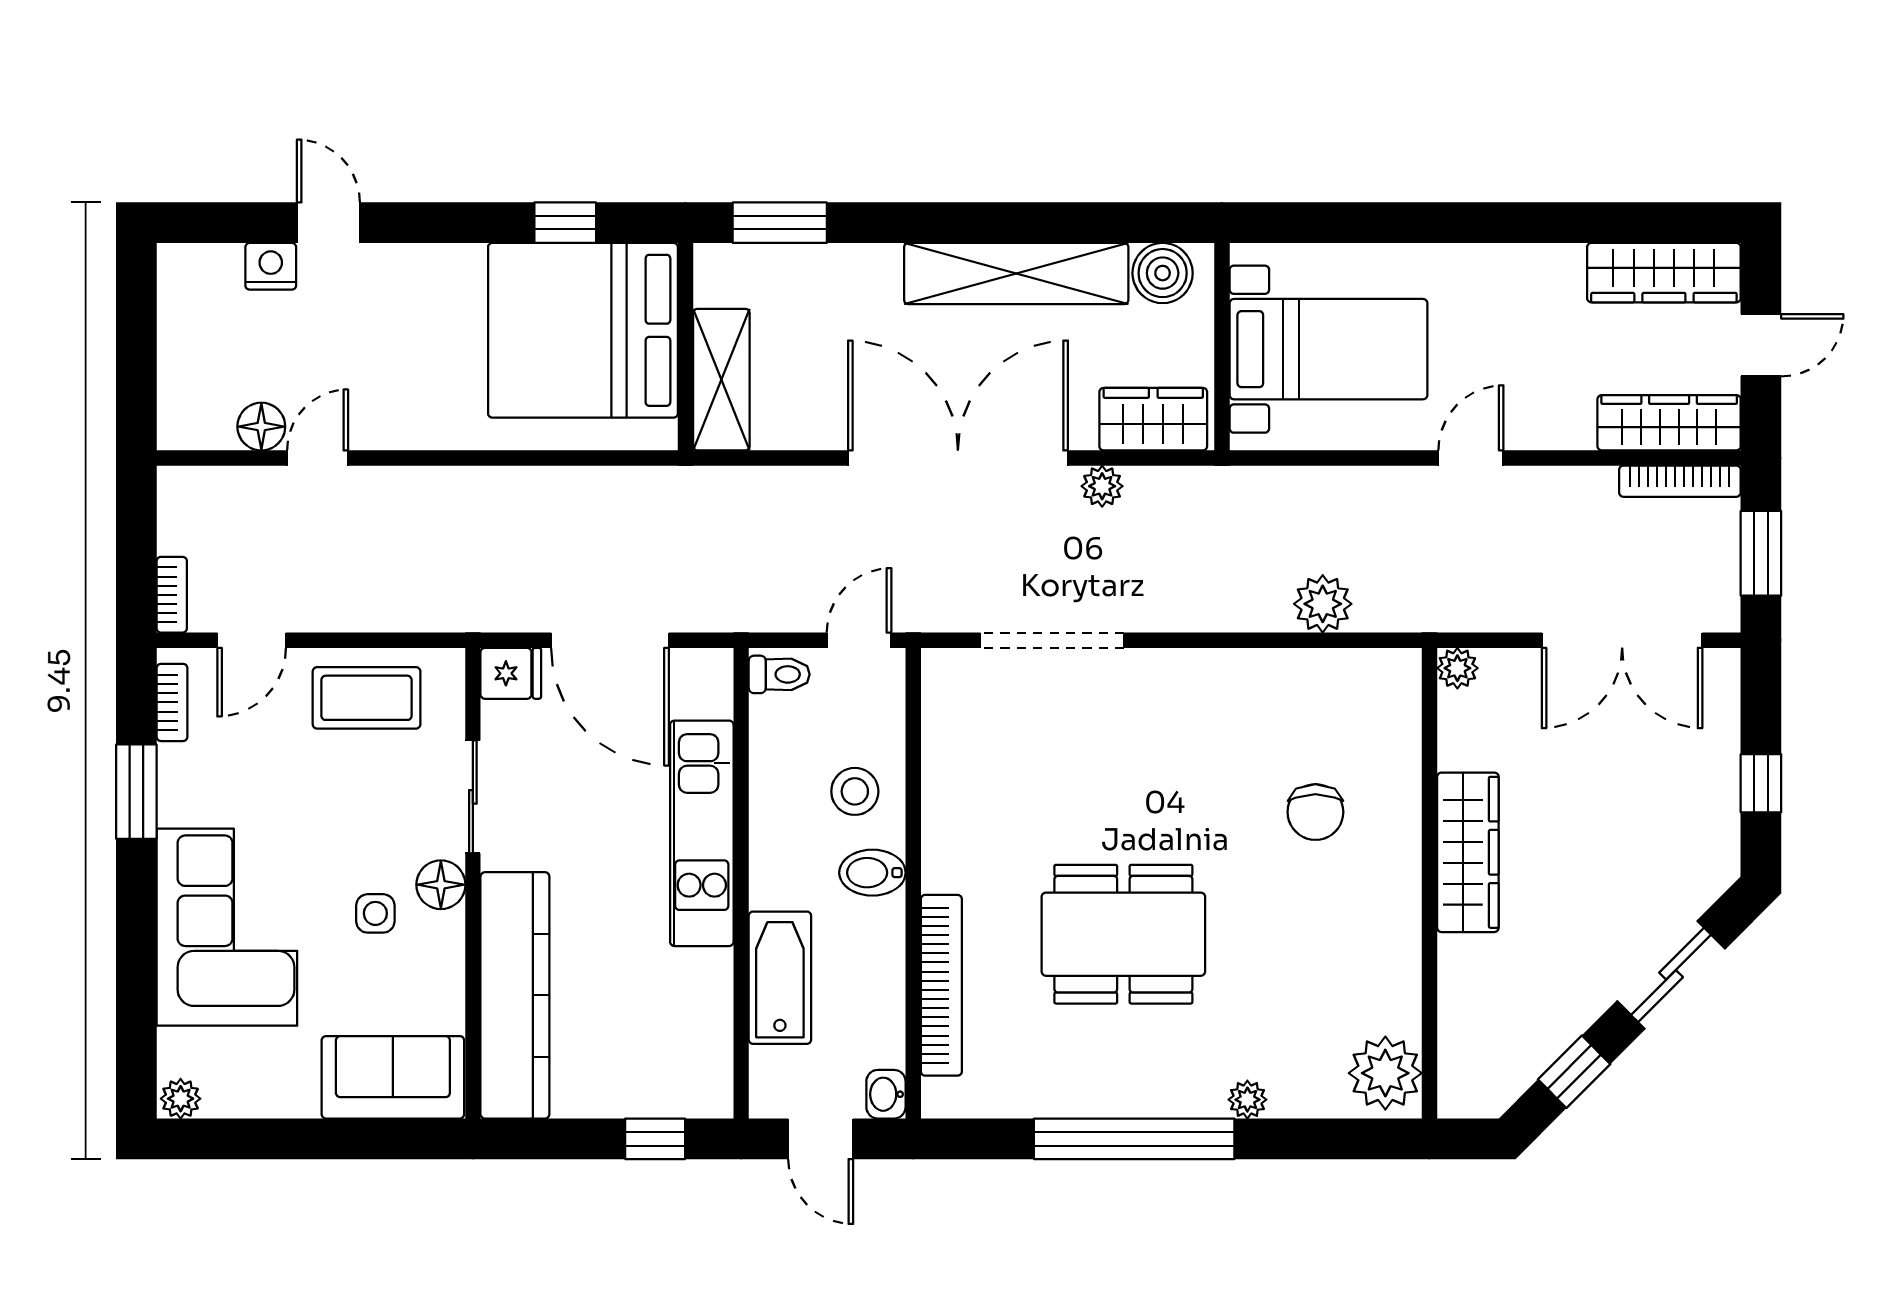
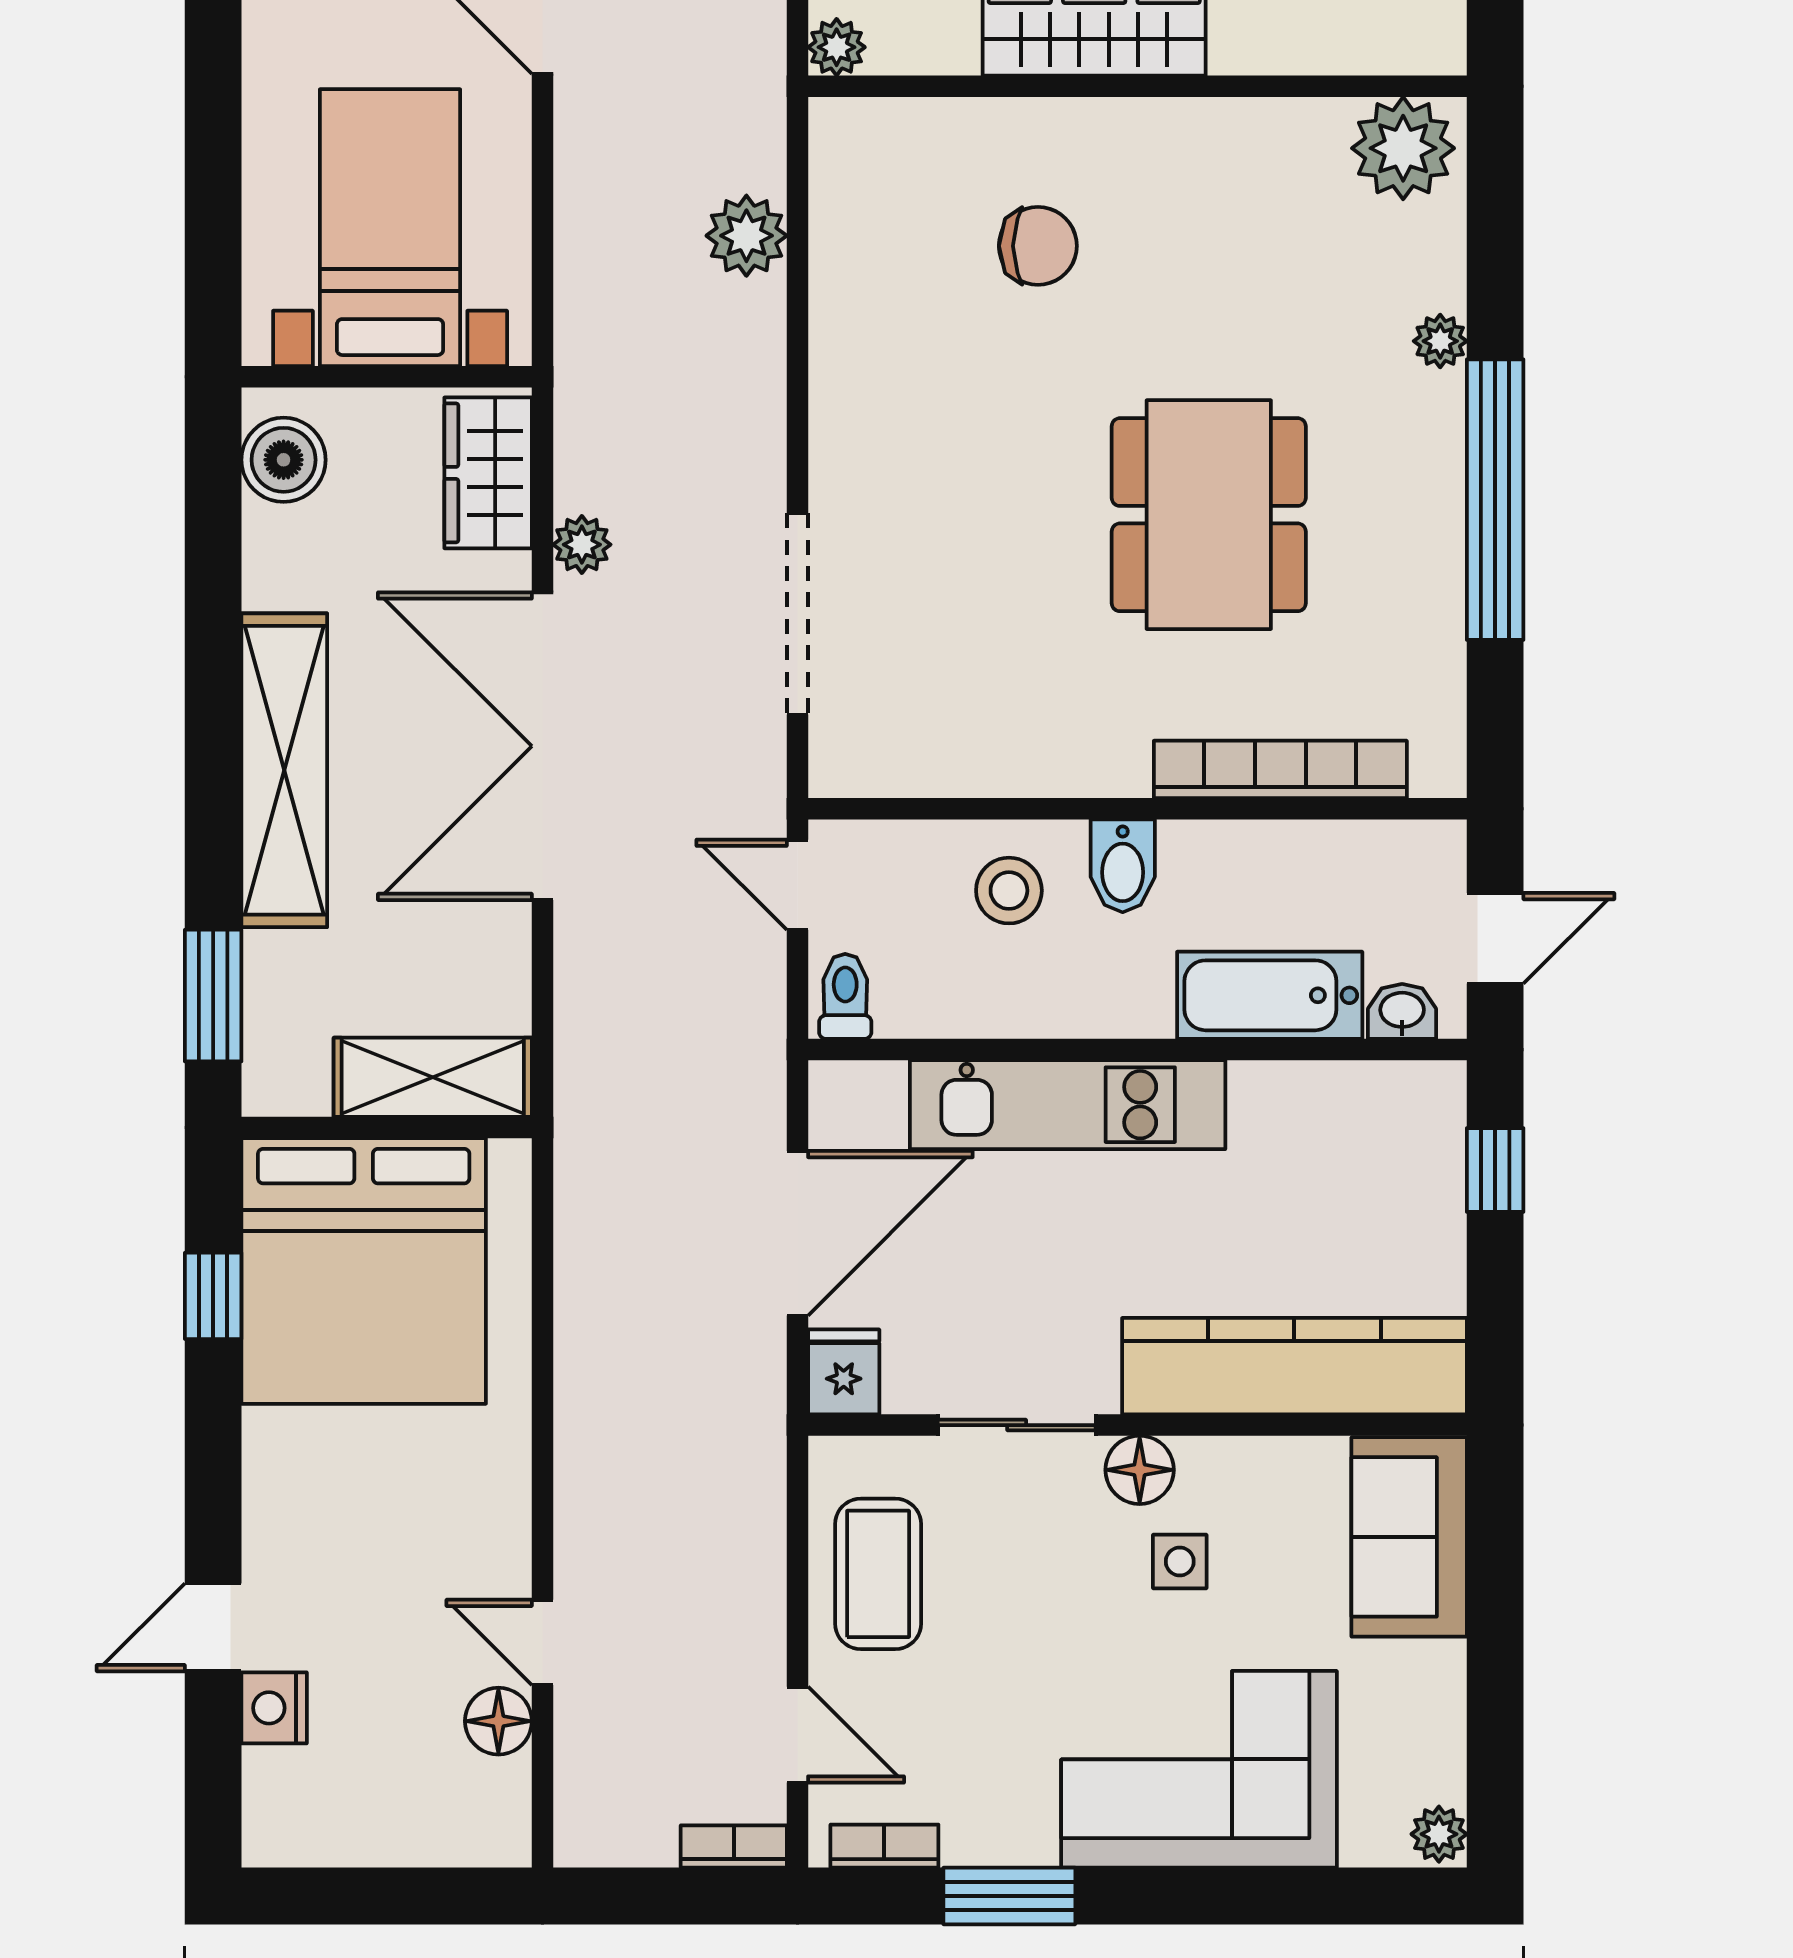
shelving: (1016, 274) -> (284, 770), moved
washbasin: (886, 1094) -> (1402, 1011), moved, turned 180

